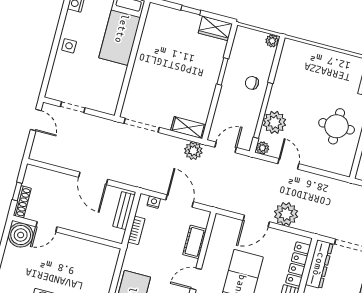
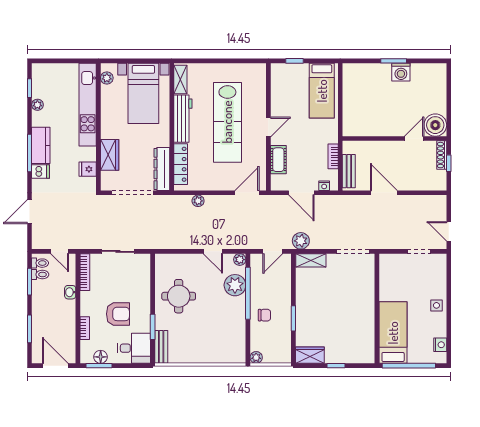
plant: (286, 214) -> (198, 201), width x0.53, depth x0.53
door: (256, 221) -> (247, 193), moved

